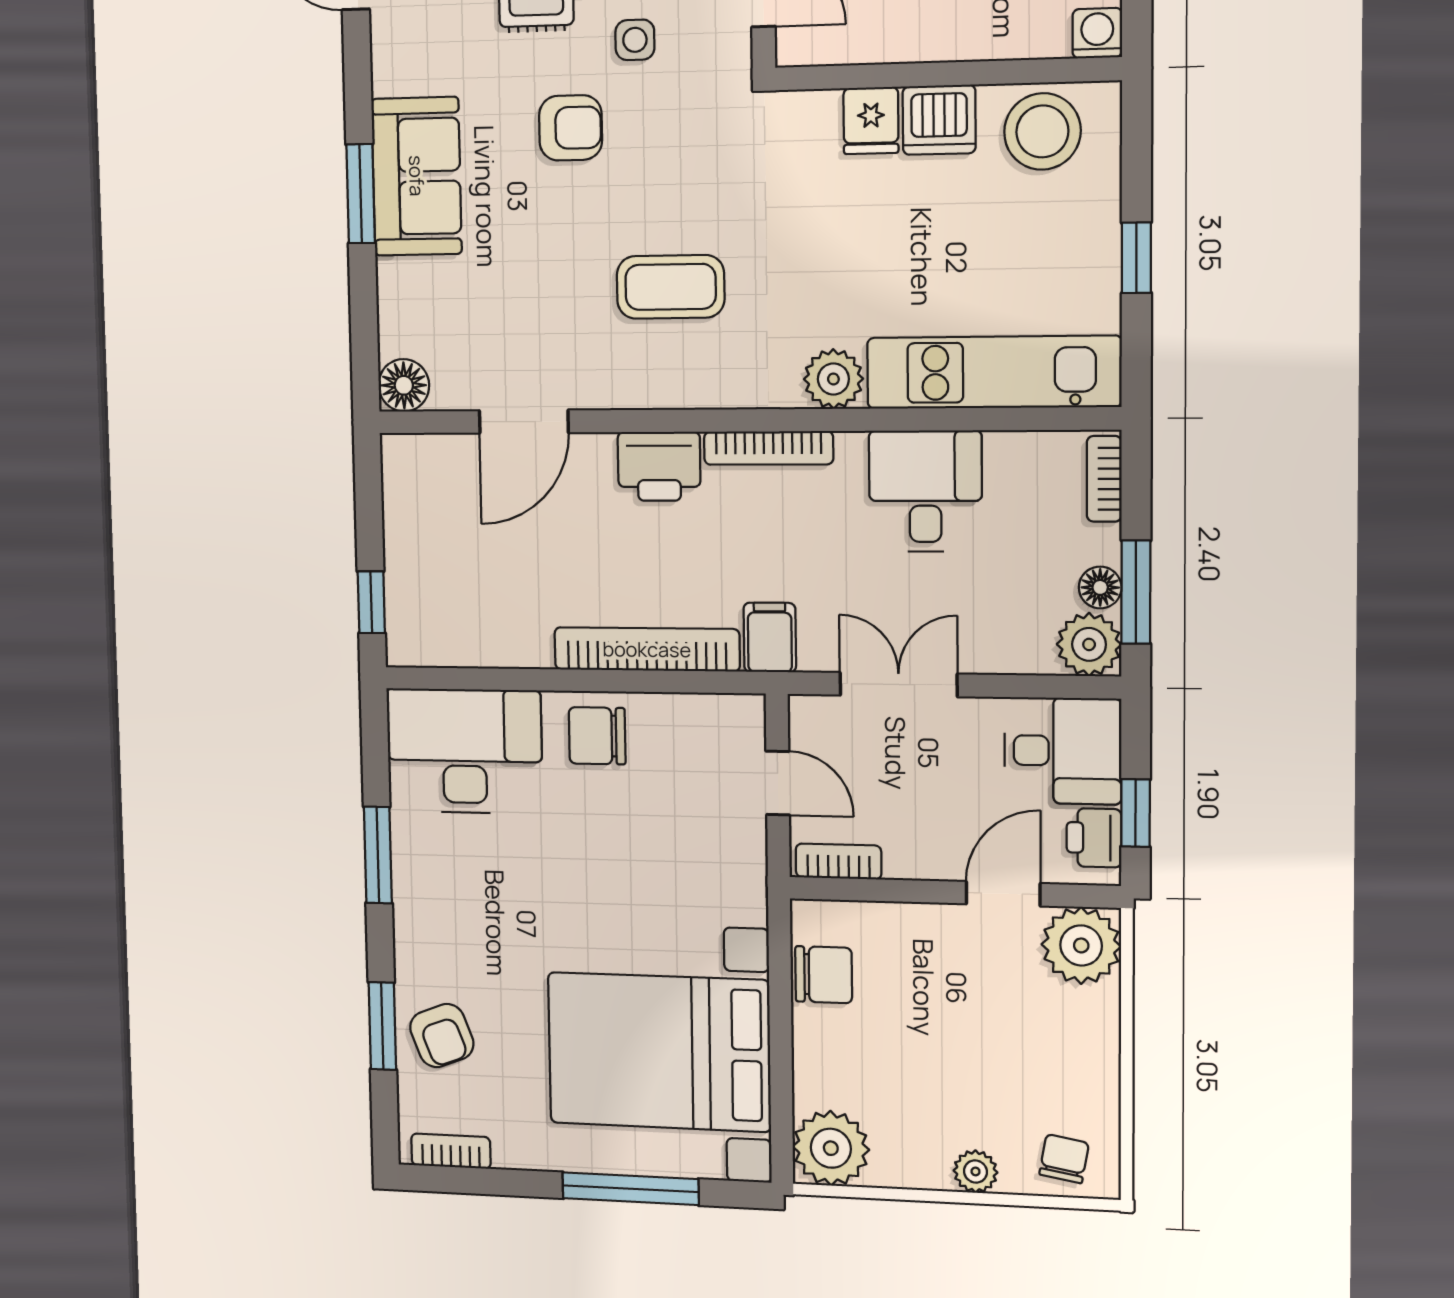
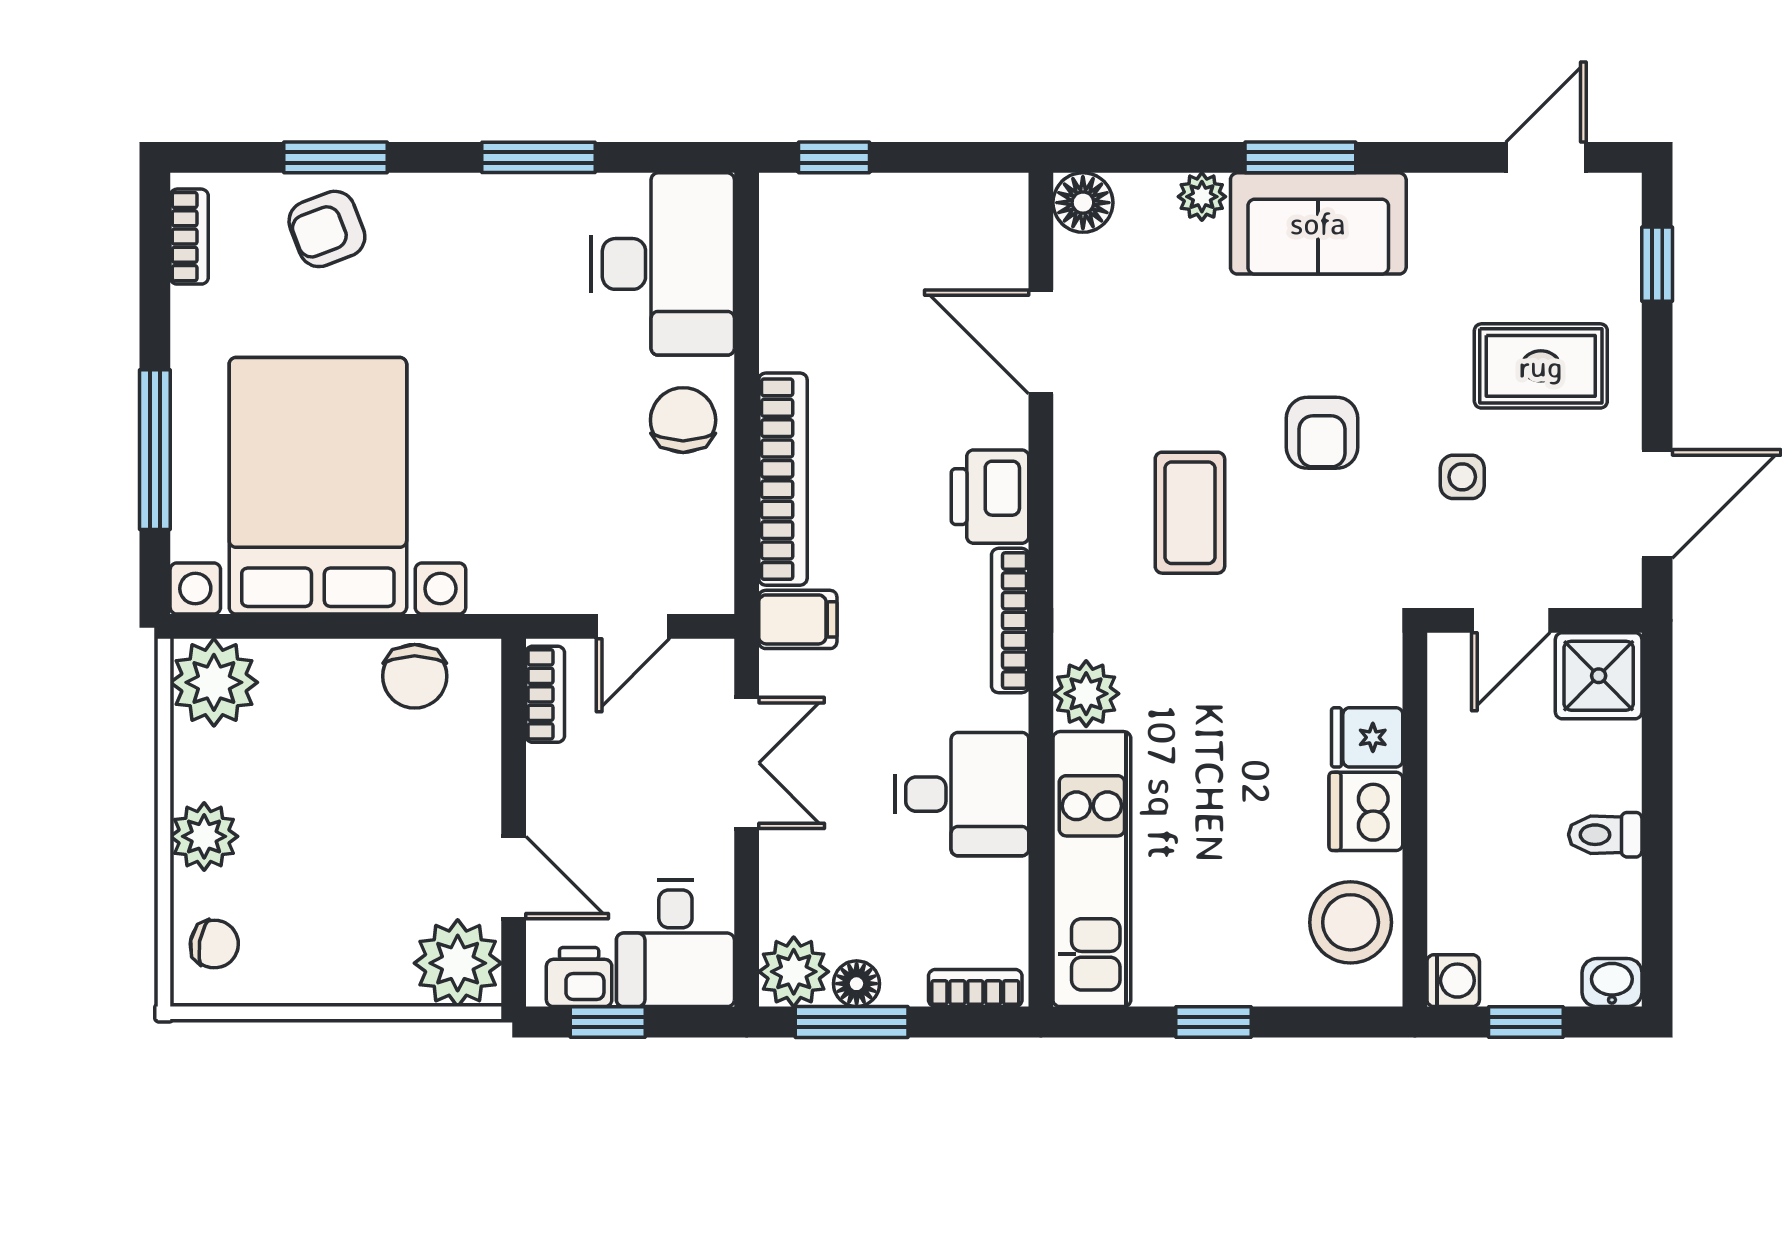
armchair: (571, 128) -> (1322, 433), moved
plant: (396, 280) -> (1202, 197), added
plant: (975, 1171) -> (204, 836), width x1.38, depth x1.38

